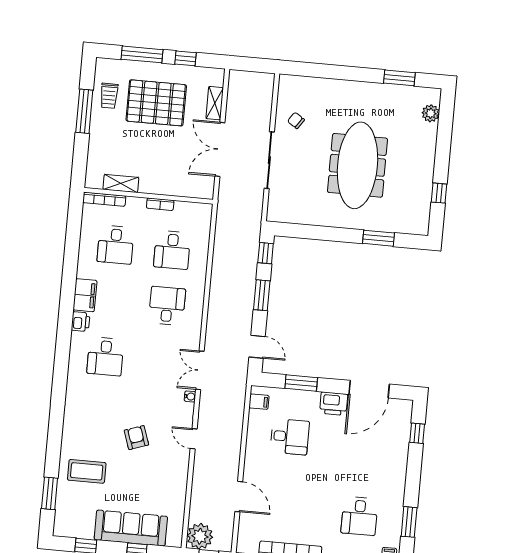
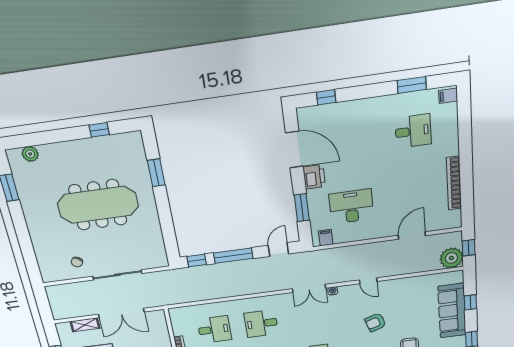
window: (262, 295) -> (233, 256), width x1.44
desk: (290, 437) -> (351, 206), width x1.37
door: (194, 439) -> (368, 281), hinge flipped

